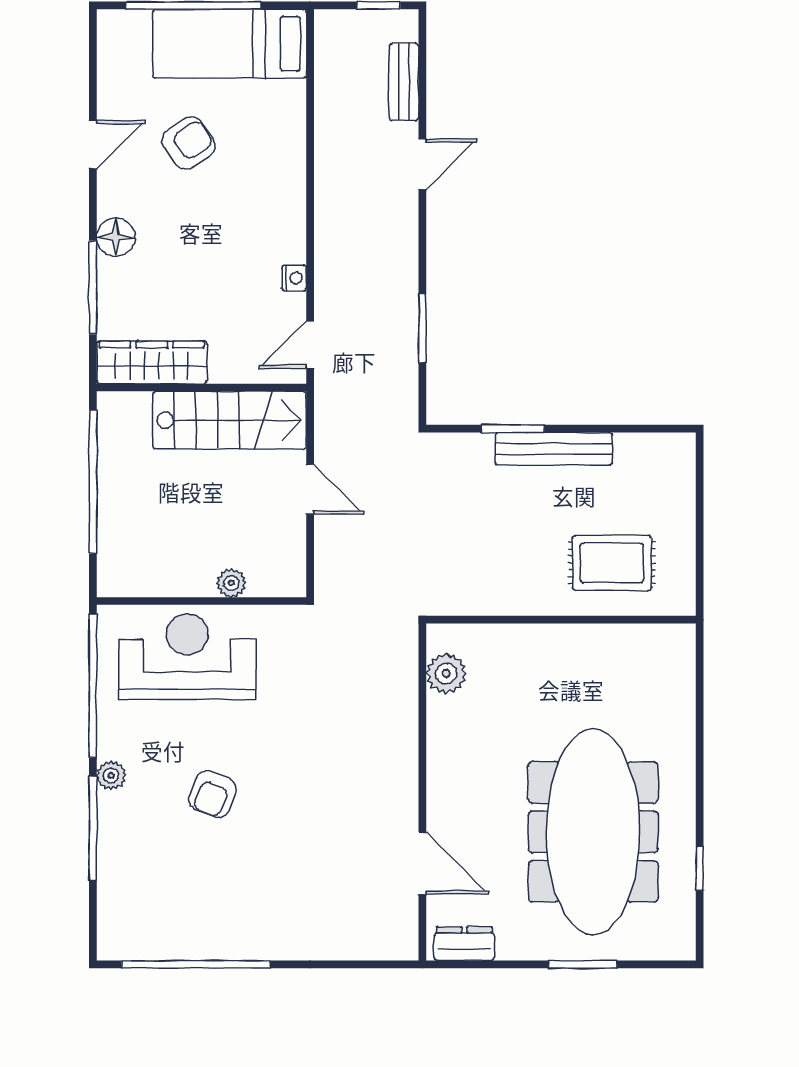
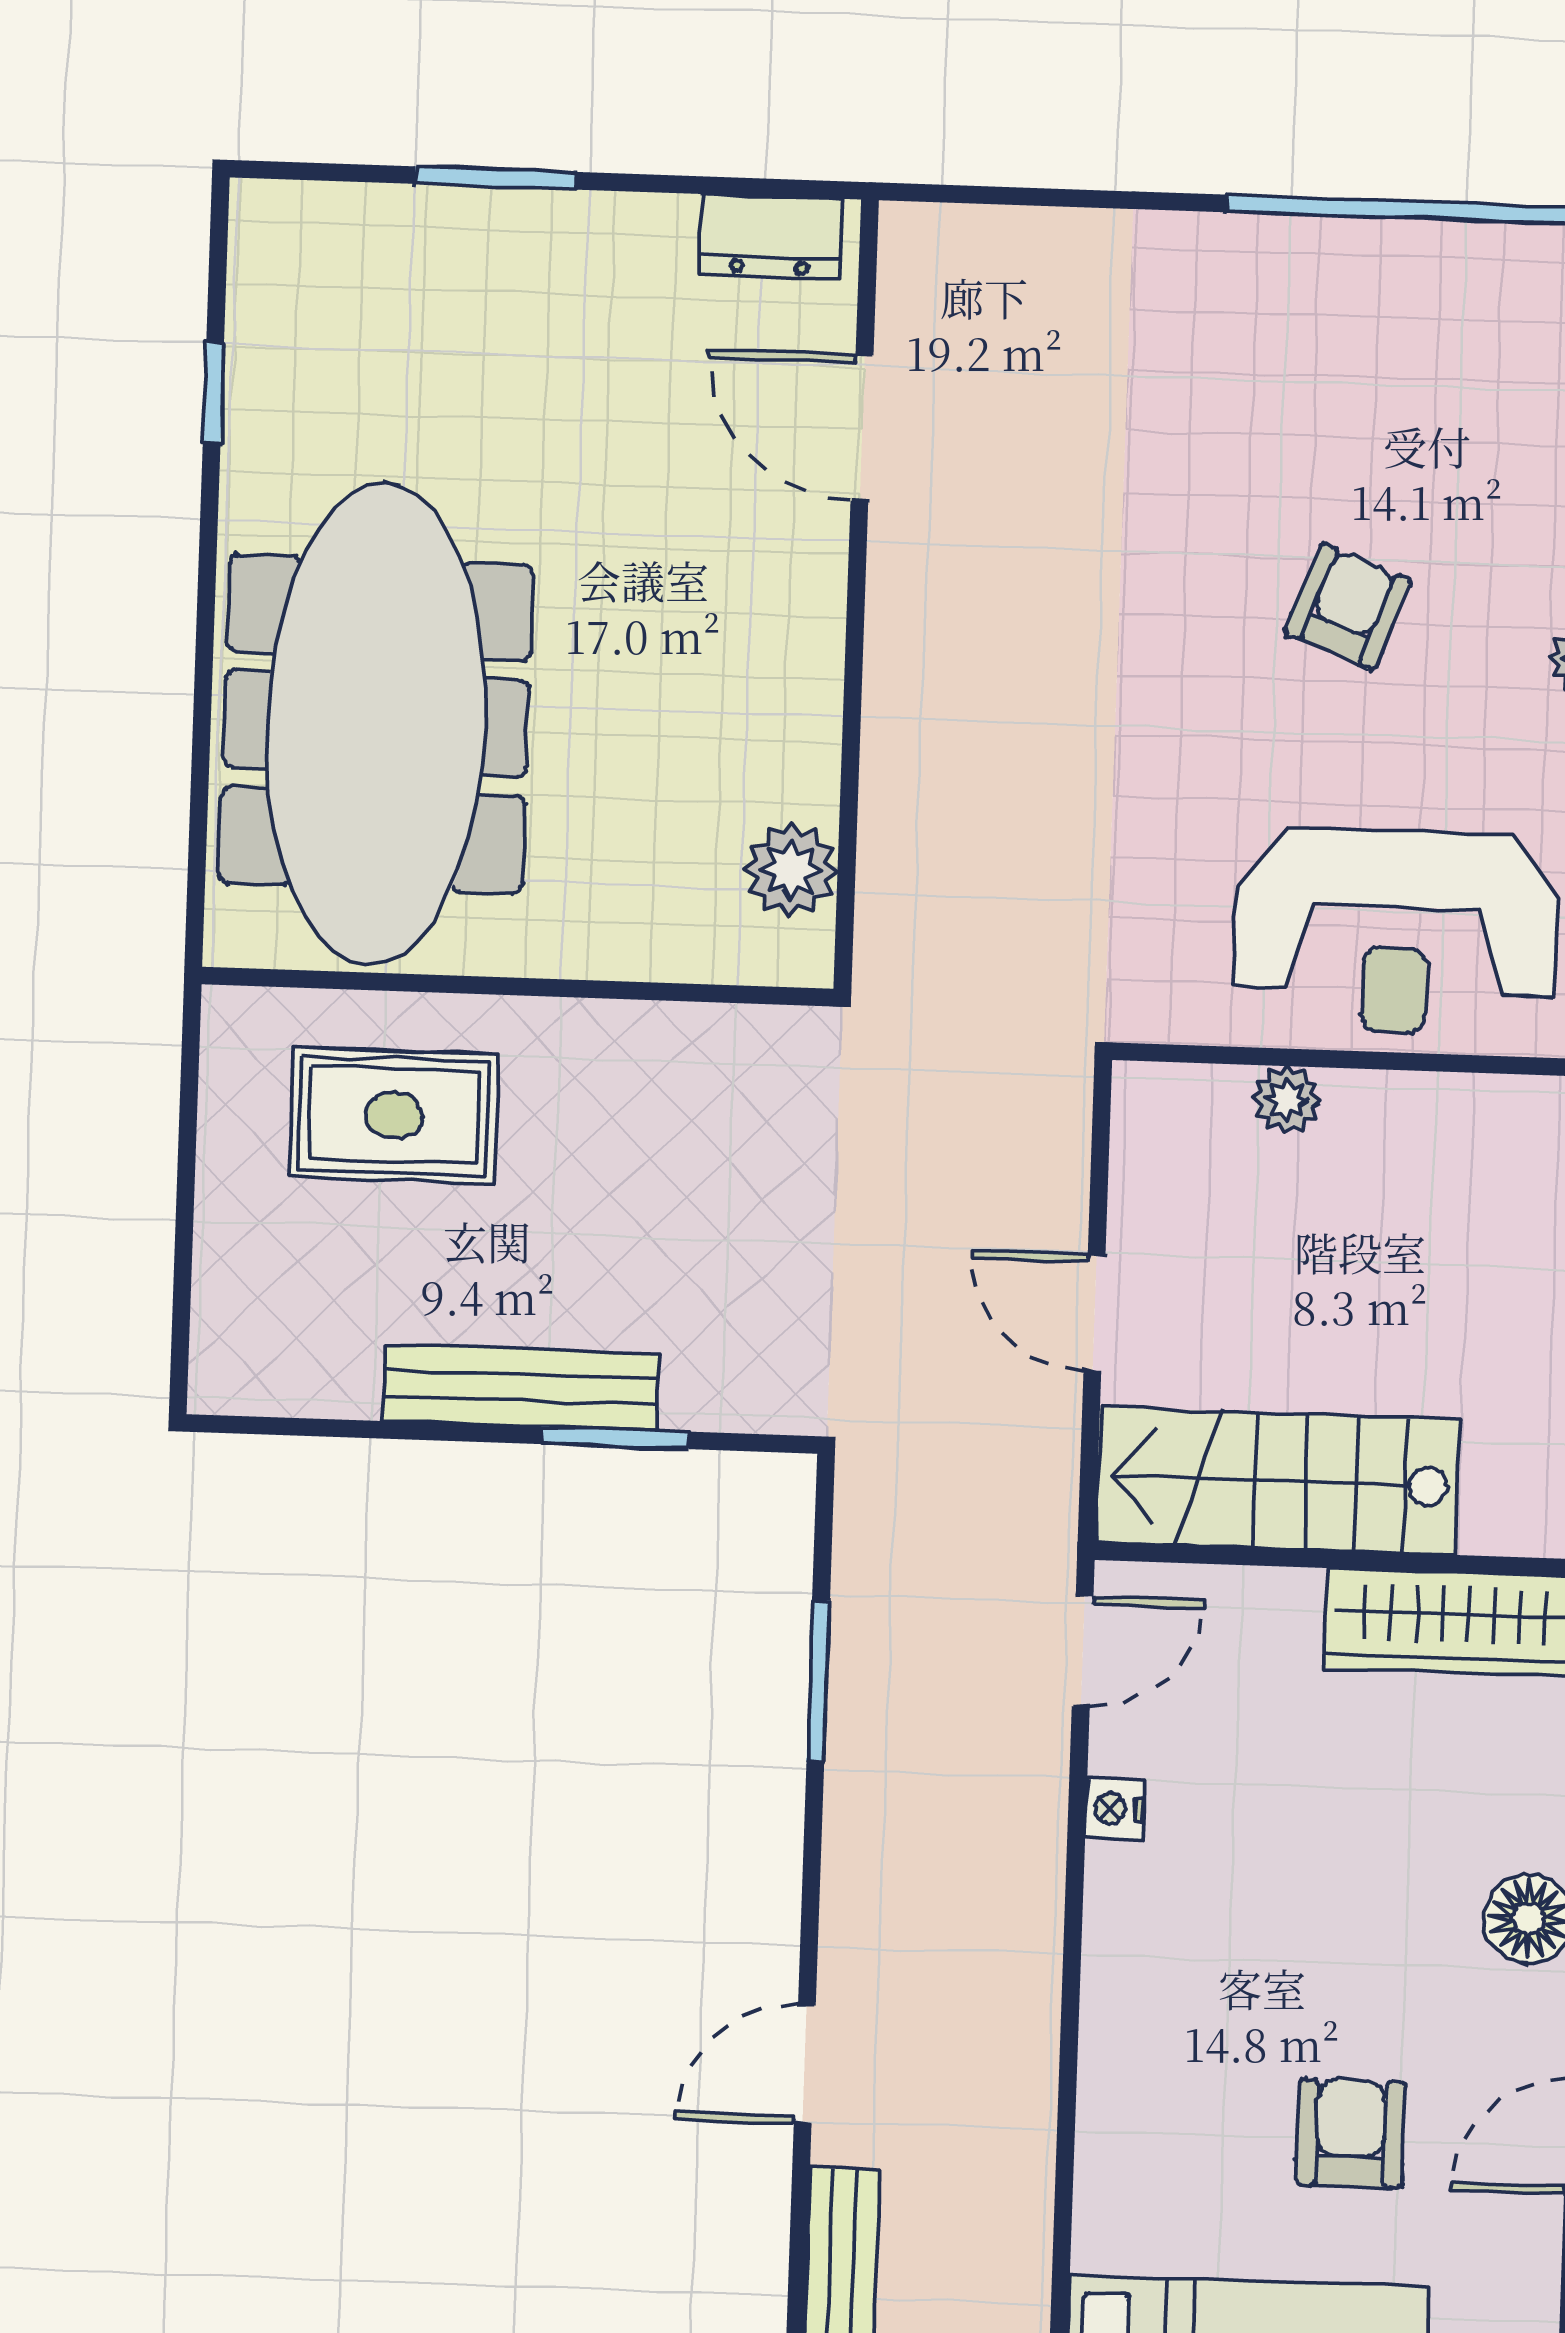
armchair: (188, 143) -> (1351, 2133), turned 124
meeting table: (593, 832) -> (376, 724), moved

